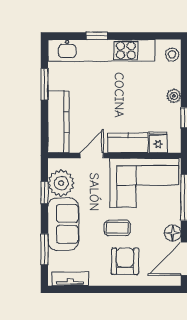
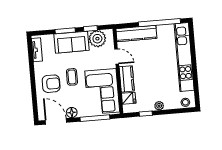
window: (97, 36) -> (193, 53), removed
window: (44, 84) -> (159, 23), width x2.11
window: (44, 249) -> (65, 31), moved

